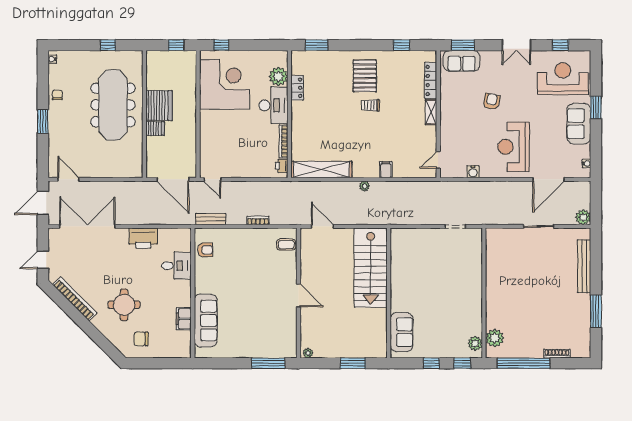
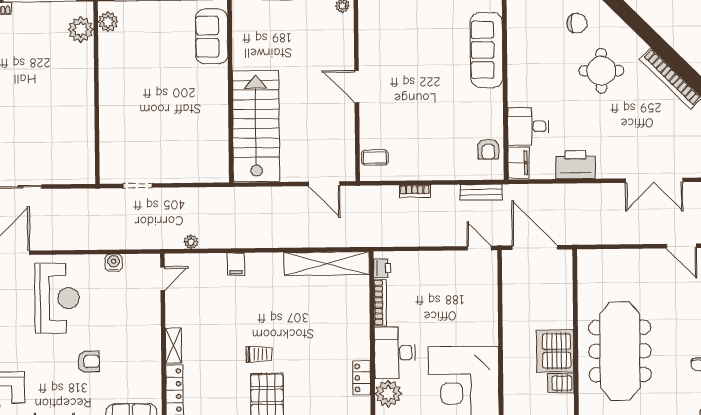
armchair: (492, 102) -> (89, 361), turned -101
server rack: (155, 129) -> (561, 383), moved
plant: (365, 186) -> (191, 242), moved
double door: (87, 226) -> (654, 180), width x0.73
armchair: (205, 250) -> (488, 149), turned -89
filing cabinet: (184, 319) -> (518, 163), moved

